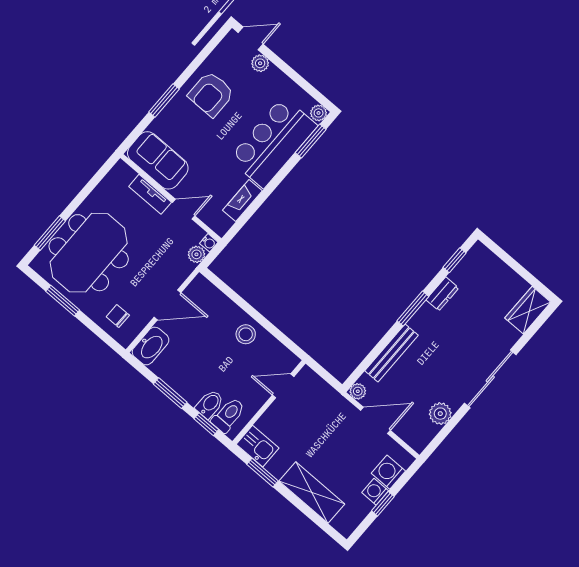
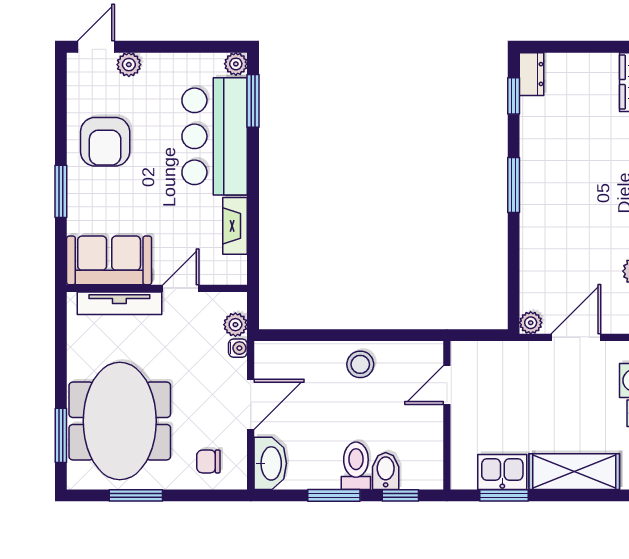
tv unit: (150, 194) -> (119, 303), width x1.41
water cooler: (209, 243) -> (238, 348), moved
dresser: (442, 294) -> (532, 74), moved
bench: (392, 353) -> (532, 251), removed
toilet: (228, 415) -> (356, 466), moved
kitchen sink: (258, 446) -> (502, 472), moved

